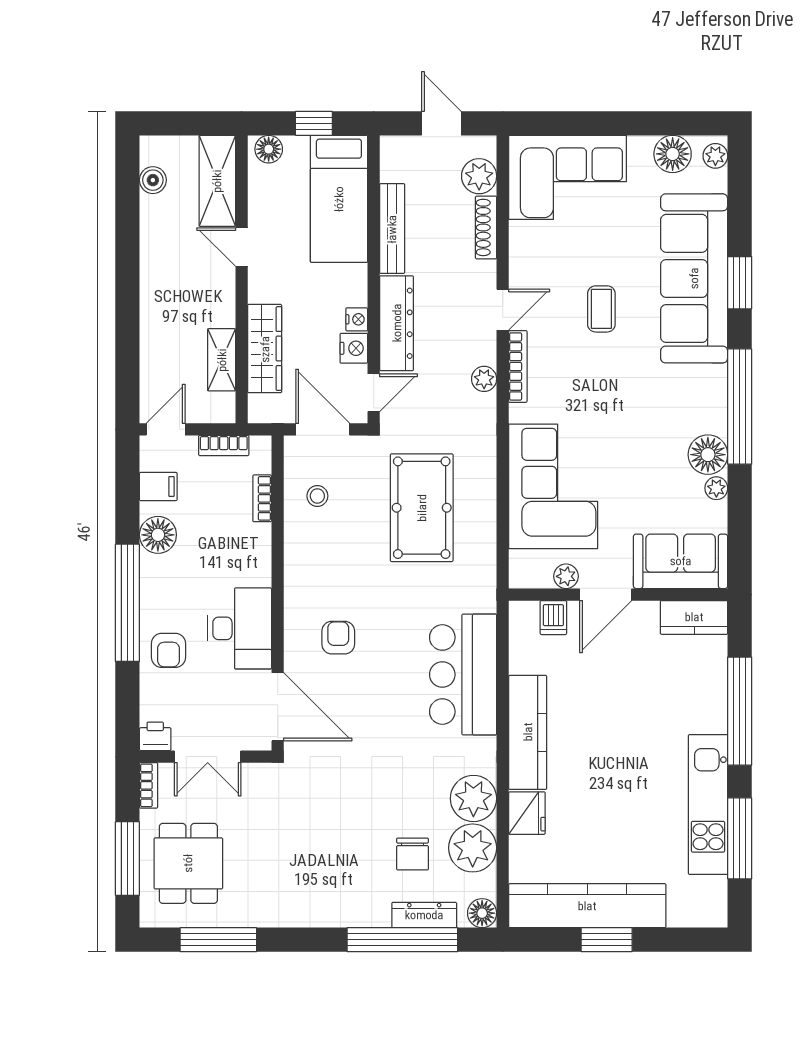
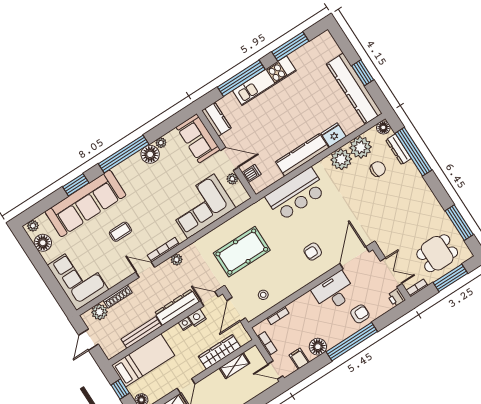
kitchen unit: (708, 804) -> (264, 81), moved

